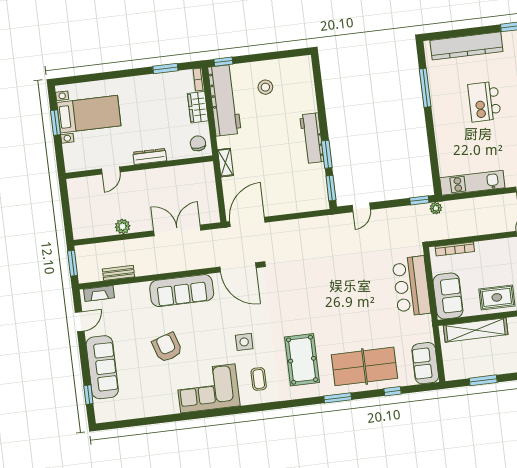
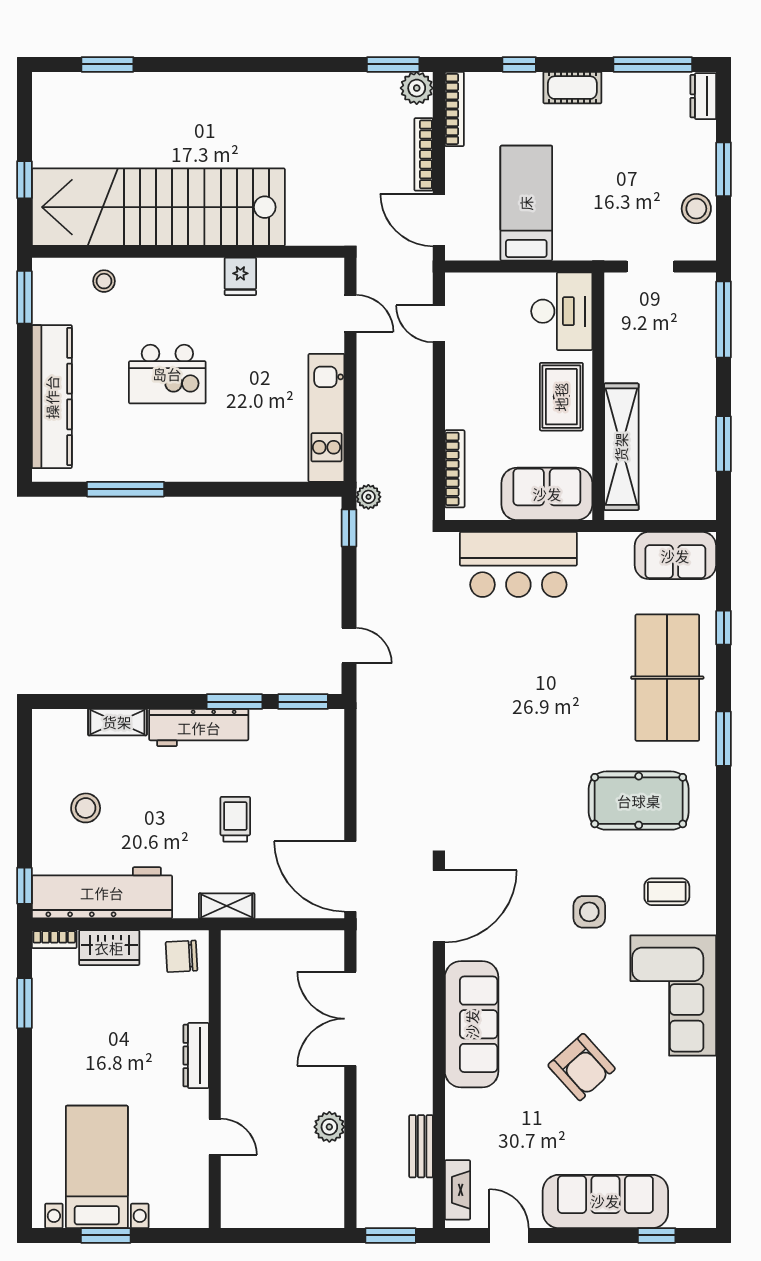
shelving: (310, 98) -> (117, 722), added
trolley: (269, 162) -> (235, 819), added
armchair: (167, 347) -> (582, 1067), turned -114

